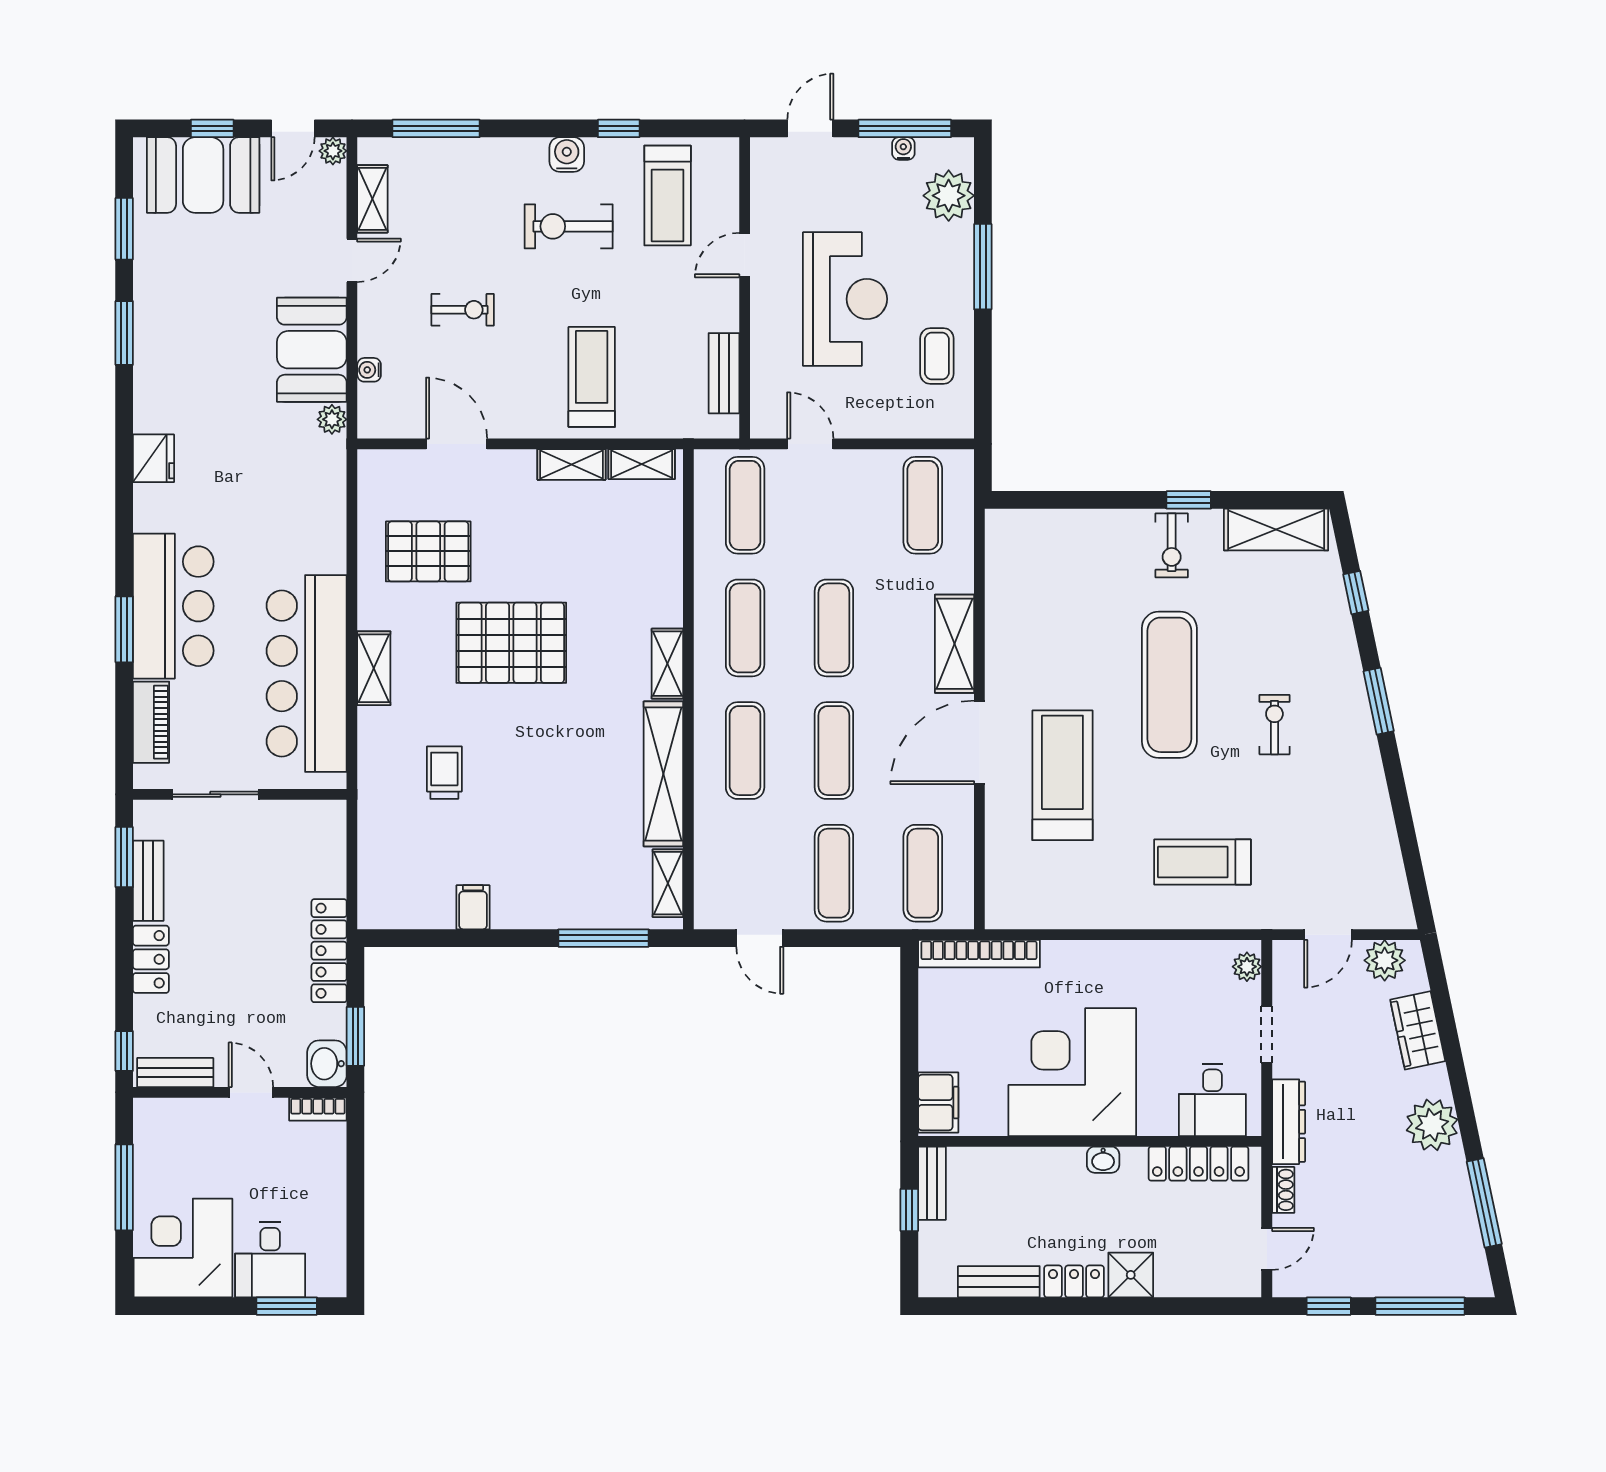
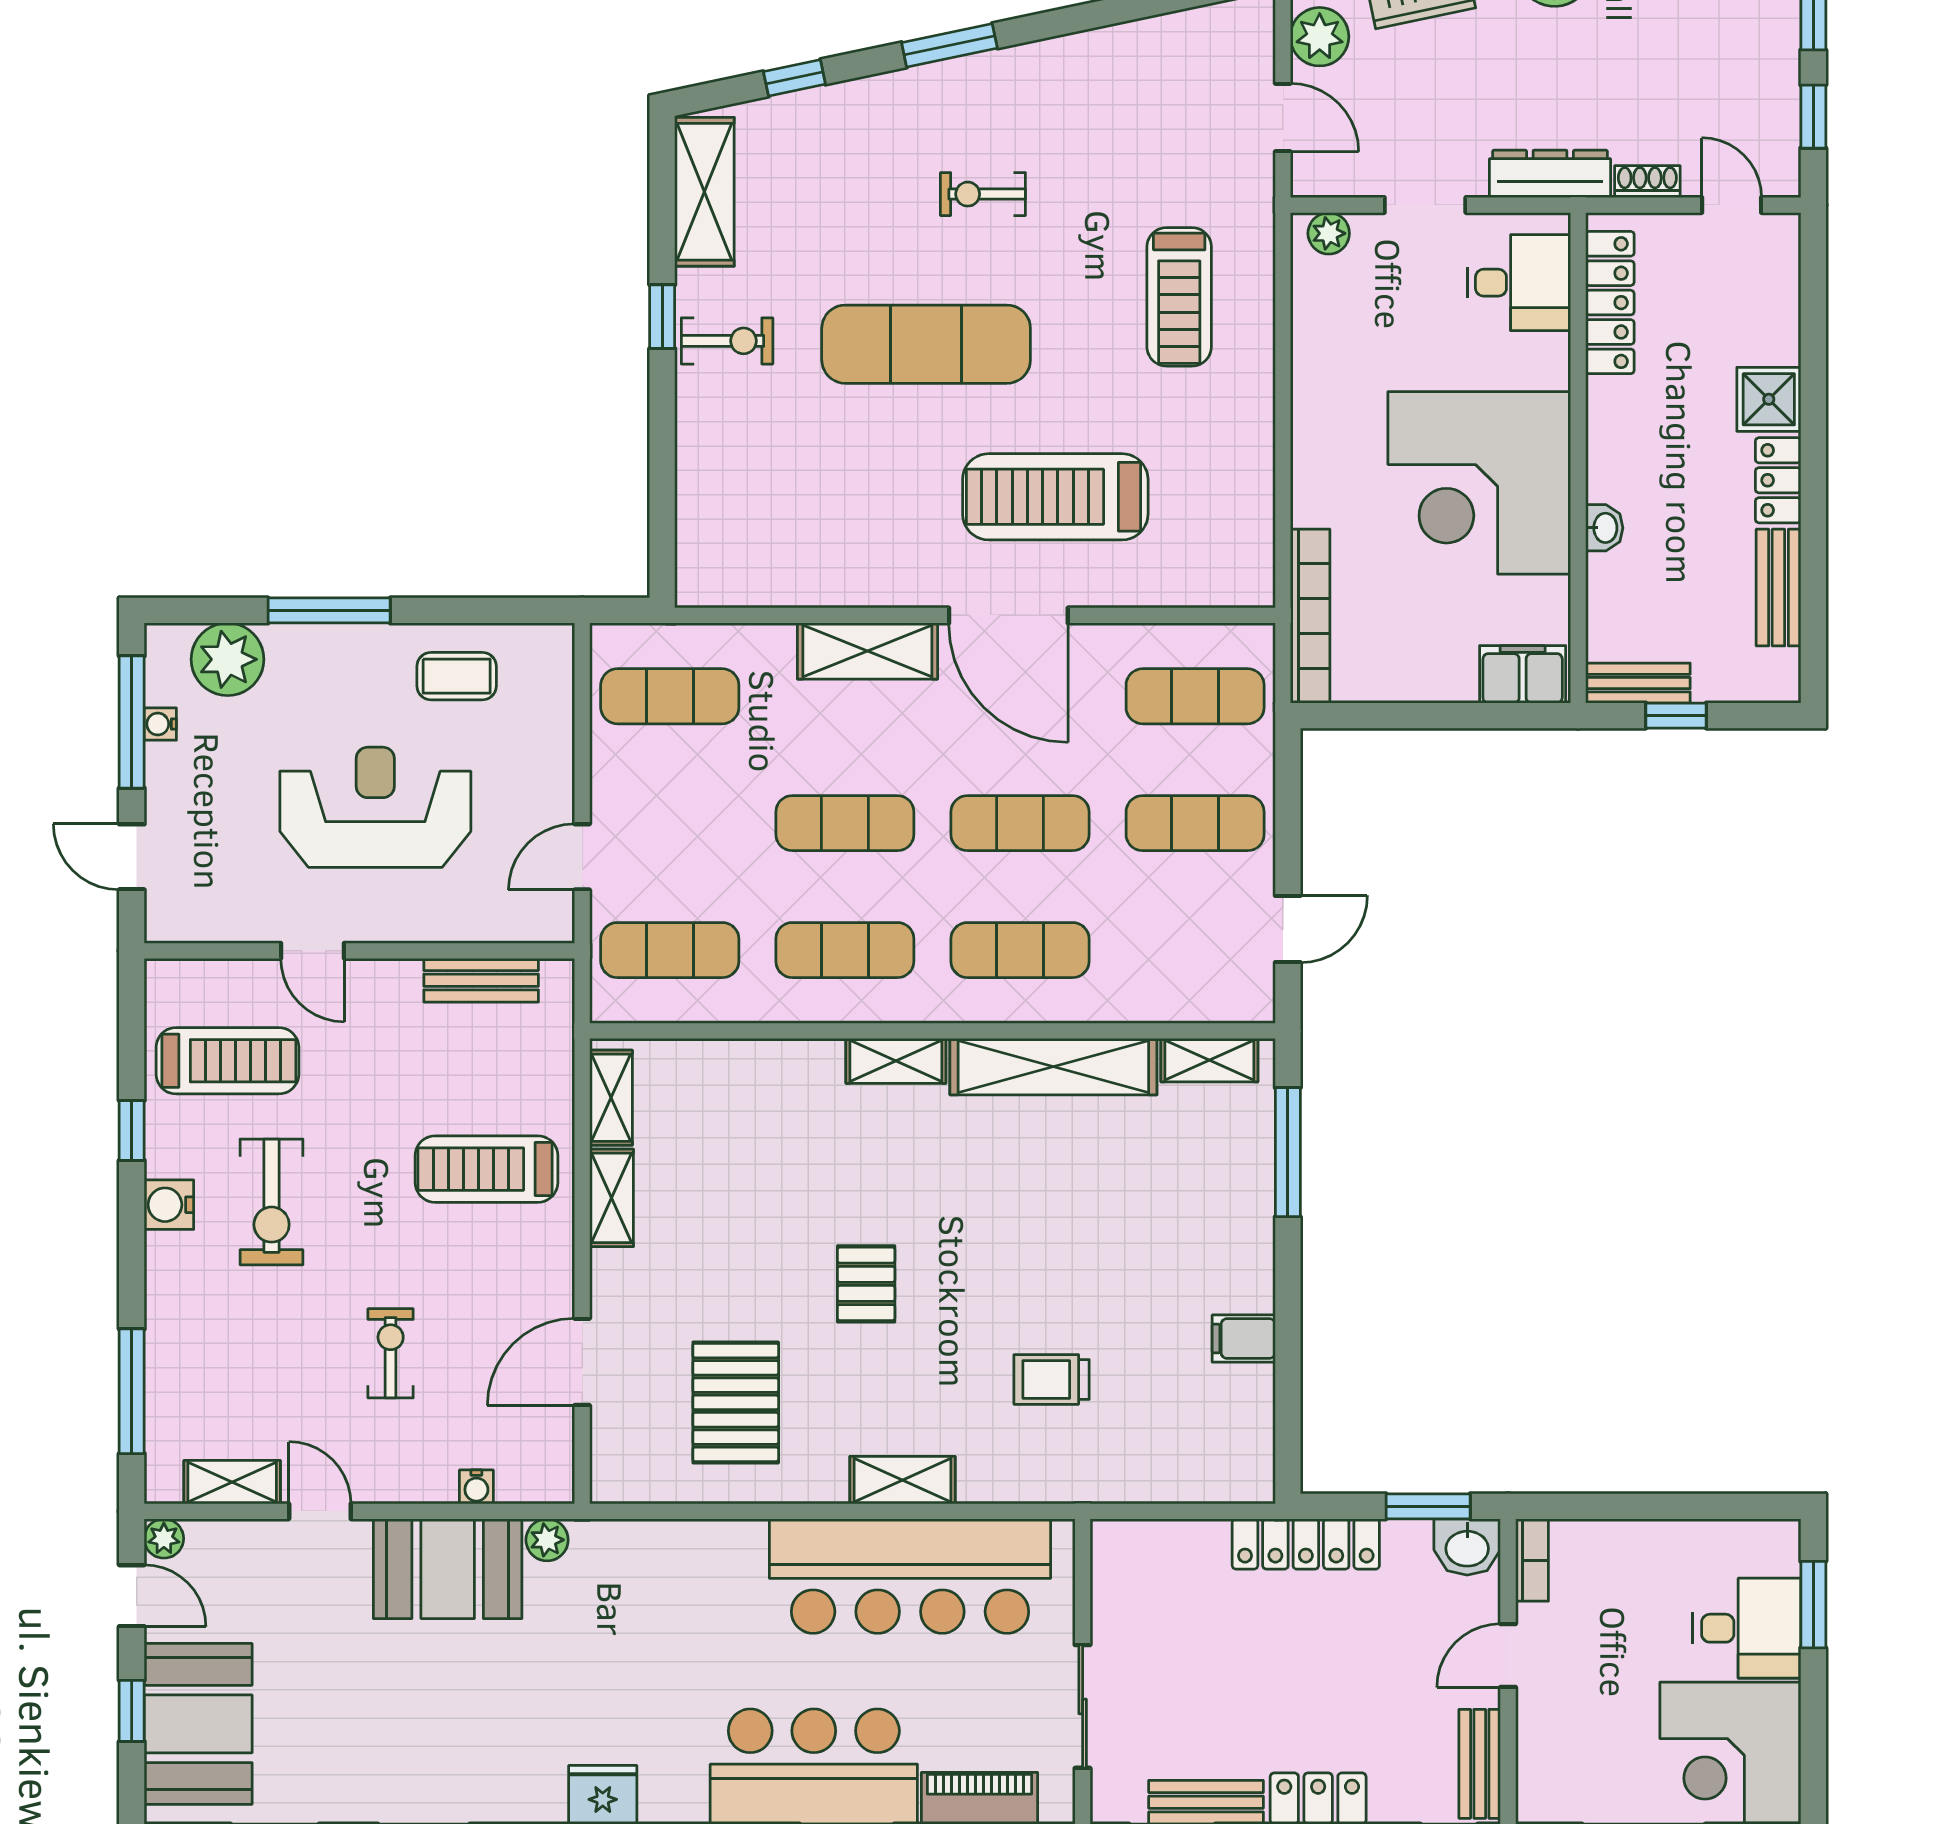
pallet: (511, 643) -> (866, 1284), width x0.49, depth x0.50
washbasin: (1103, 1160) -> (1604, 528), moved

